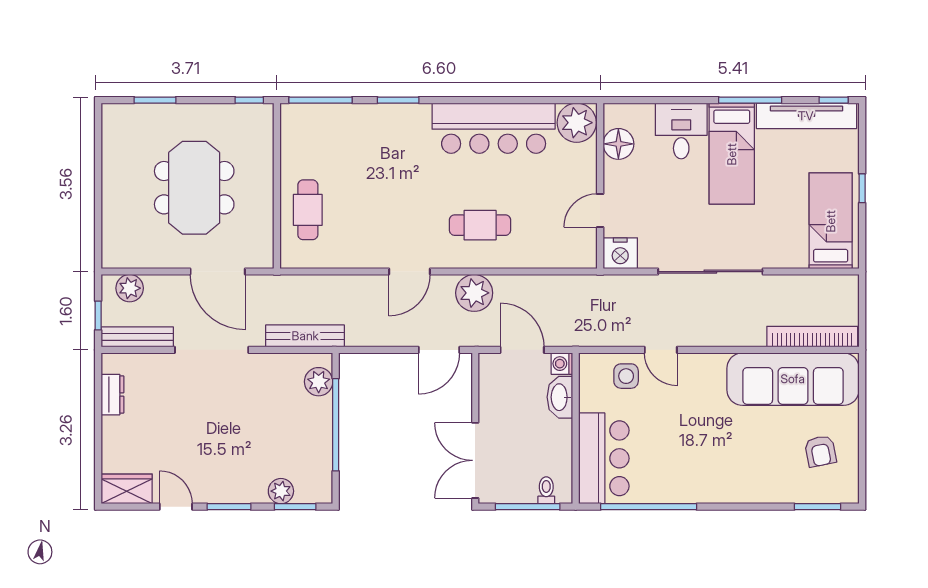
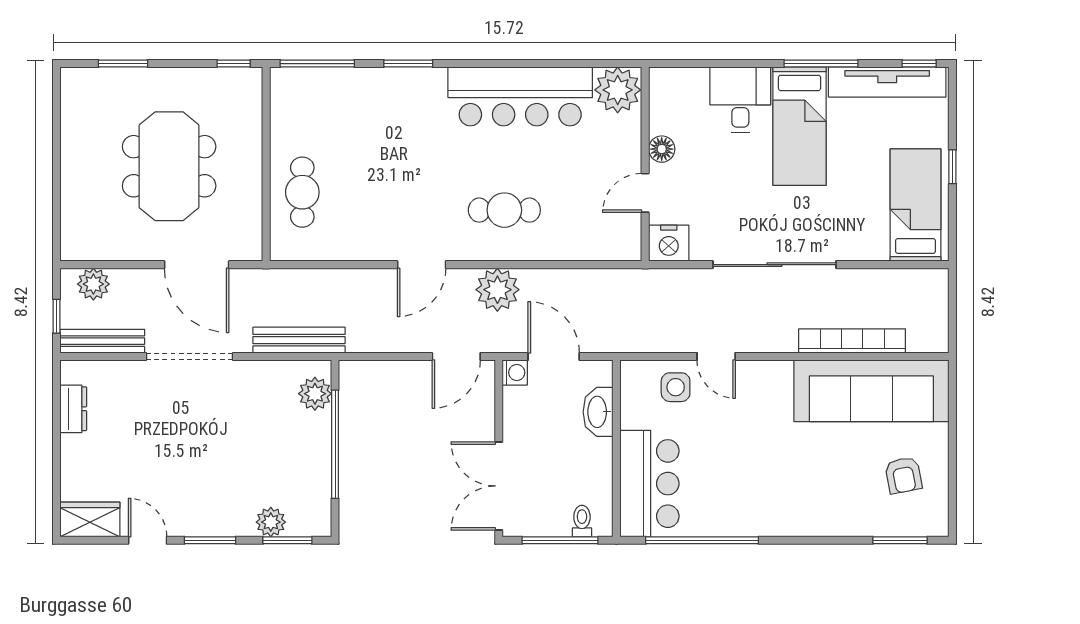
floor lamp: (618, 144) -> (662, 149), moved, width x0.73, depth x0.73
bookcase: (812, 337) -> (852, 341), moved
washing machine: (562, 364) -> (515, 373), moved, turned 180

